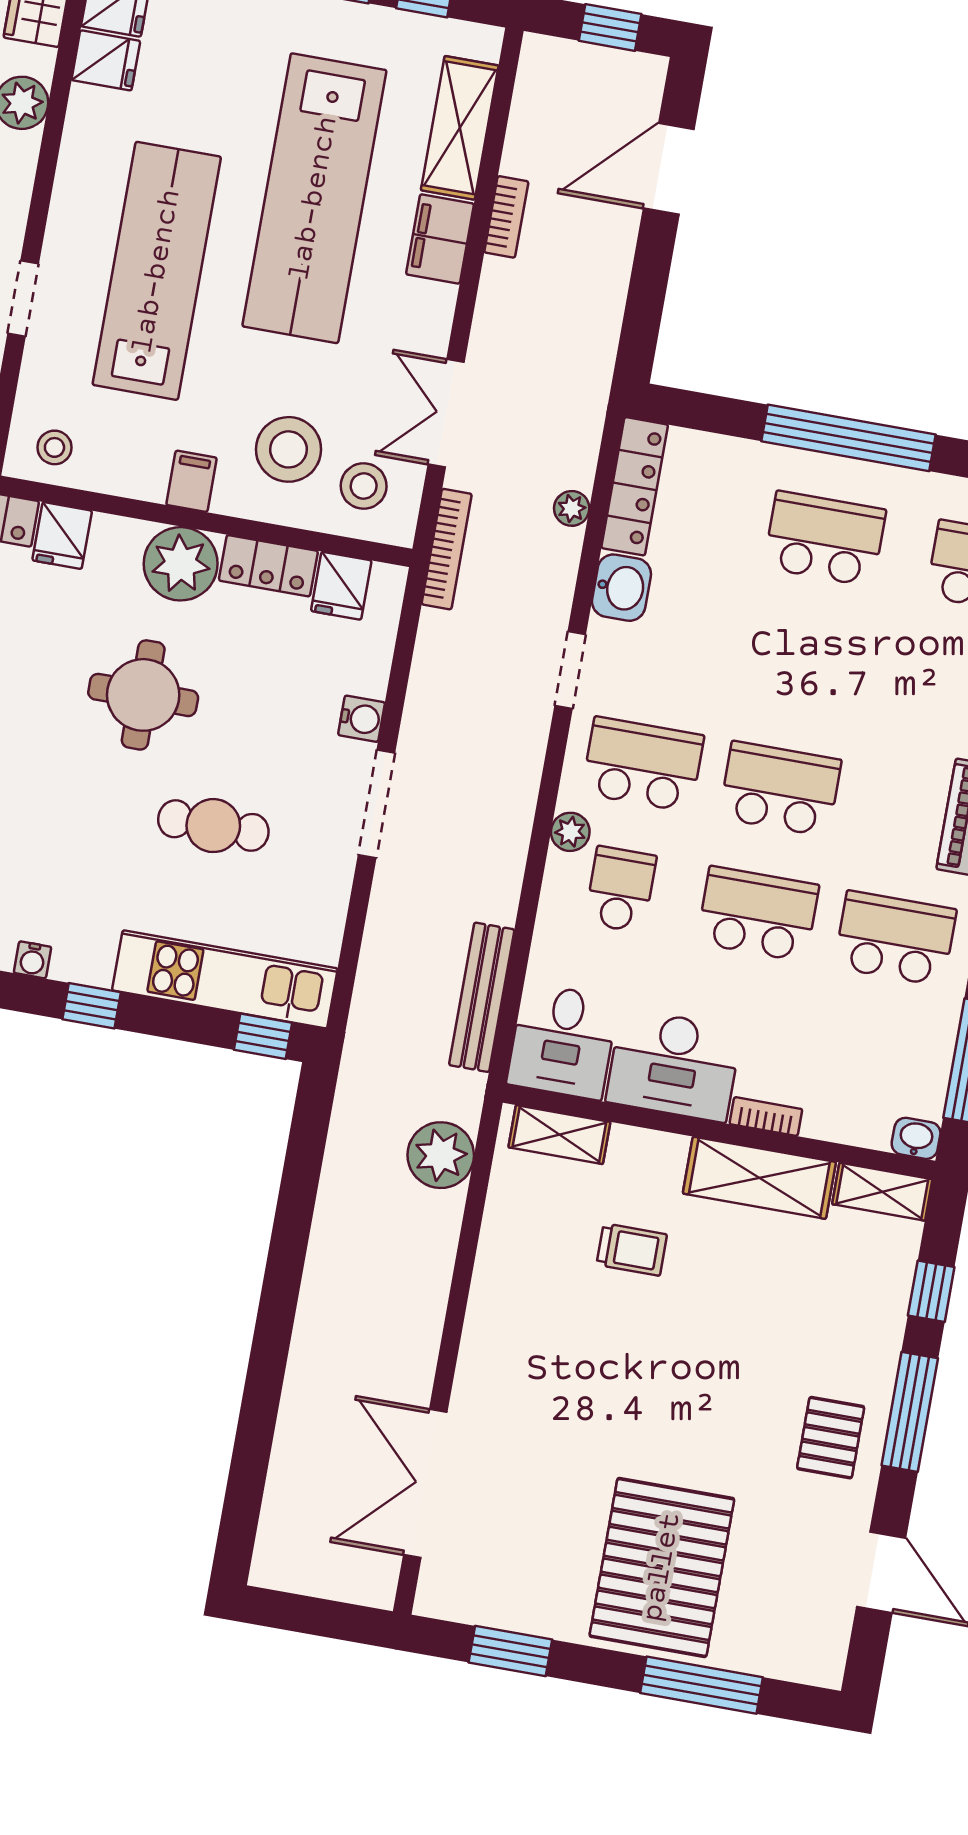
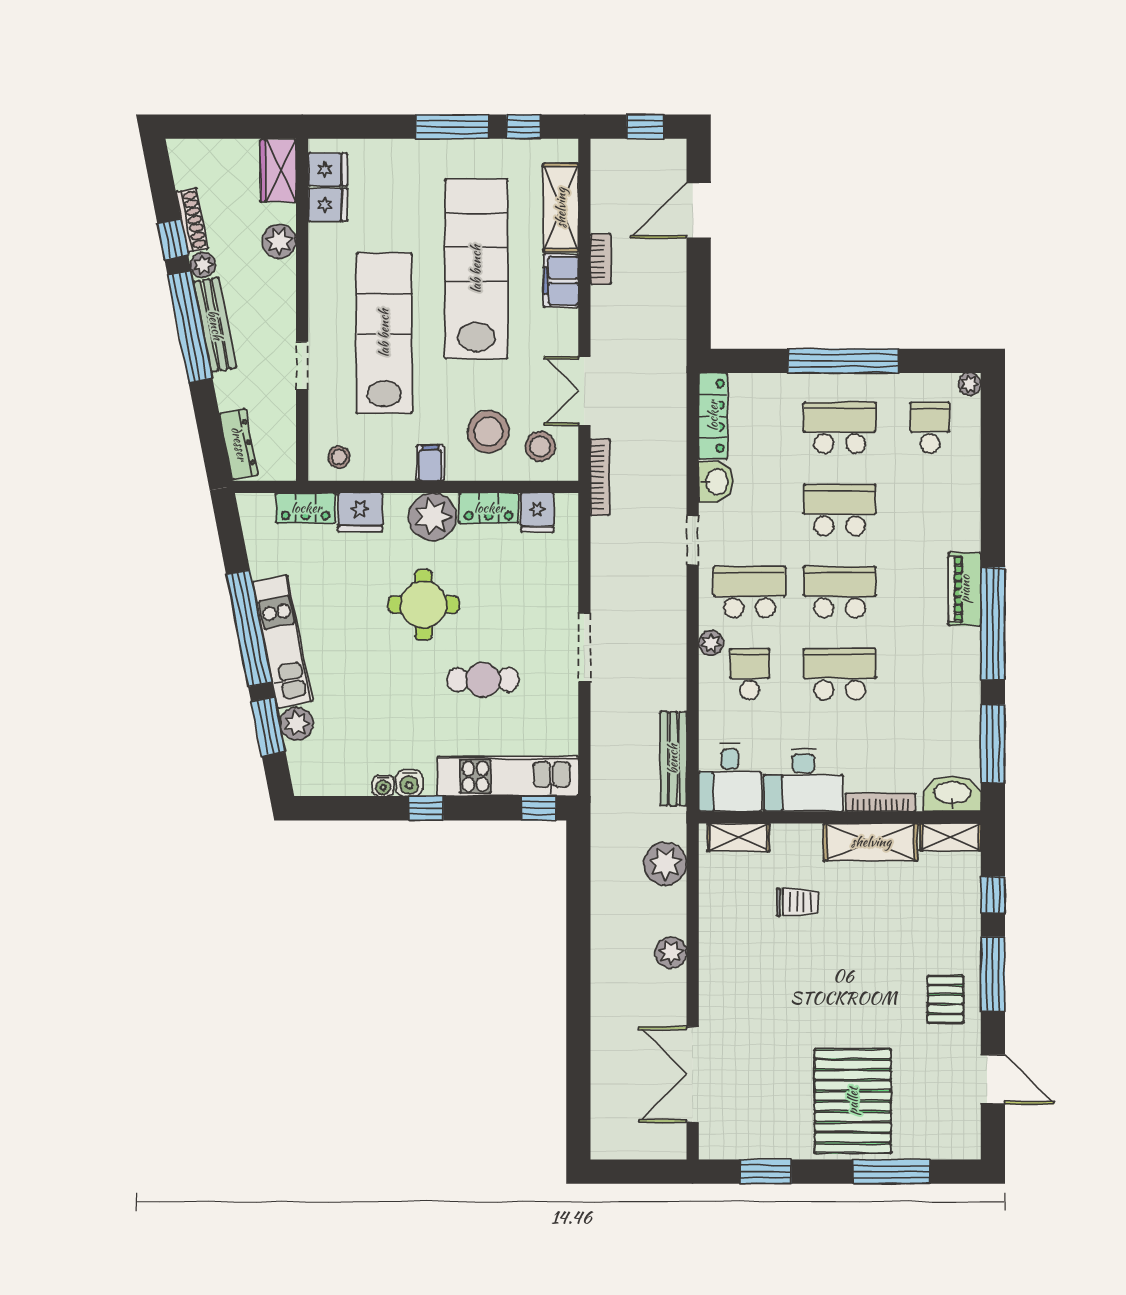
lab bench: (314, 198) -> (476, 269), turned 180
plant: (572, 508) -> (671, 953), moved, width x1.38, depth x1.38
fridge: (62, 536) -> (360, 512), width x1.38
water cooler: (362, 719) -> (409, 783), moved, turned 90
school desk: (895, 938) -> (840, 510), moved
bookcase: (766, 1117) -> (880, 802), width x1.56
washbasin: (916, 1138) -> (952, 794), width x1.91, depth x1.45

